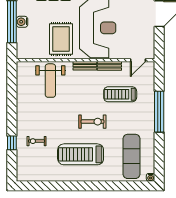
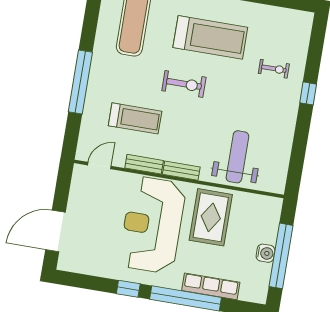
exercise bike: (92, 122) -> (184, 84), turned 180
window: (12, 143) -> (308, 93), moved

